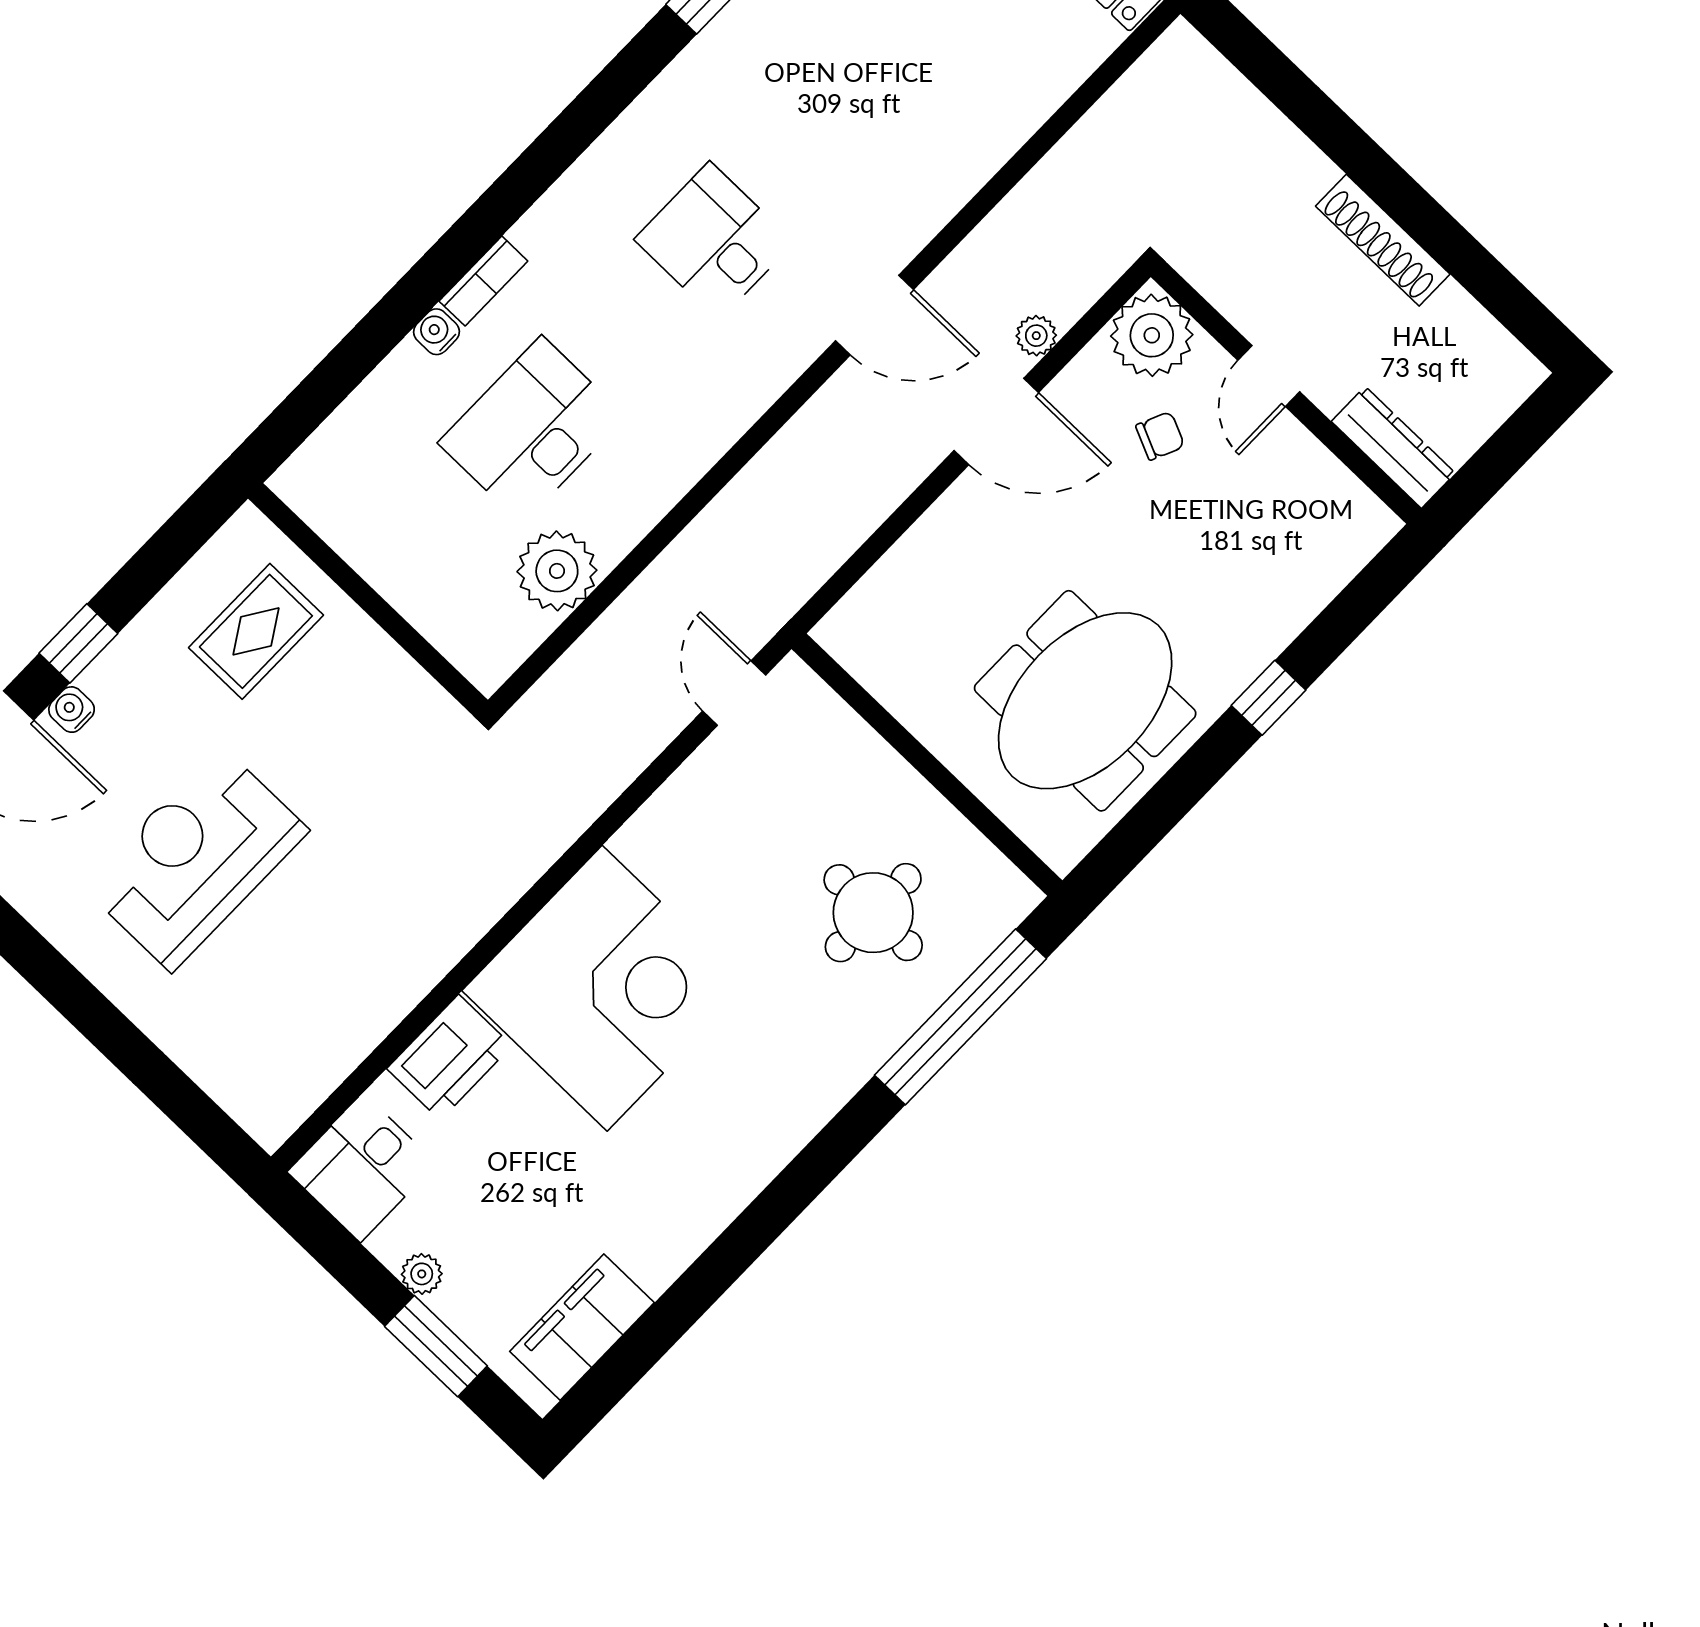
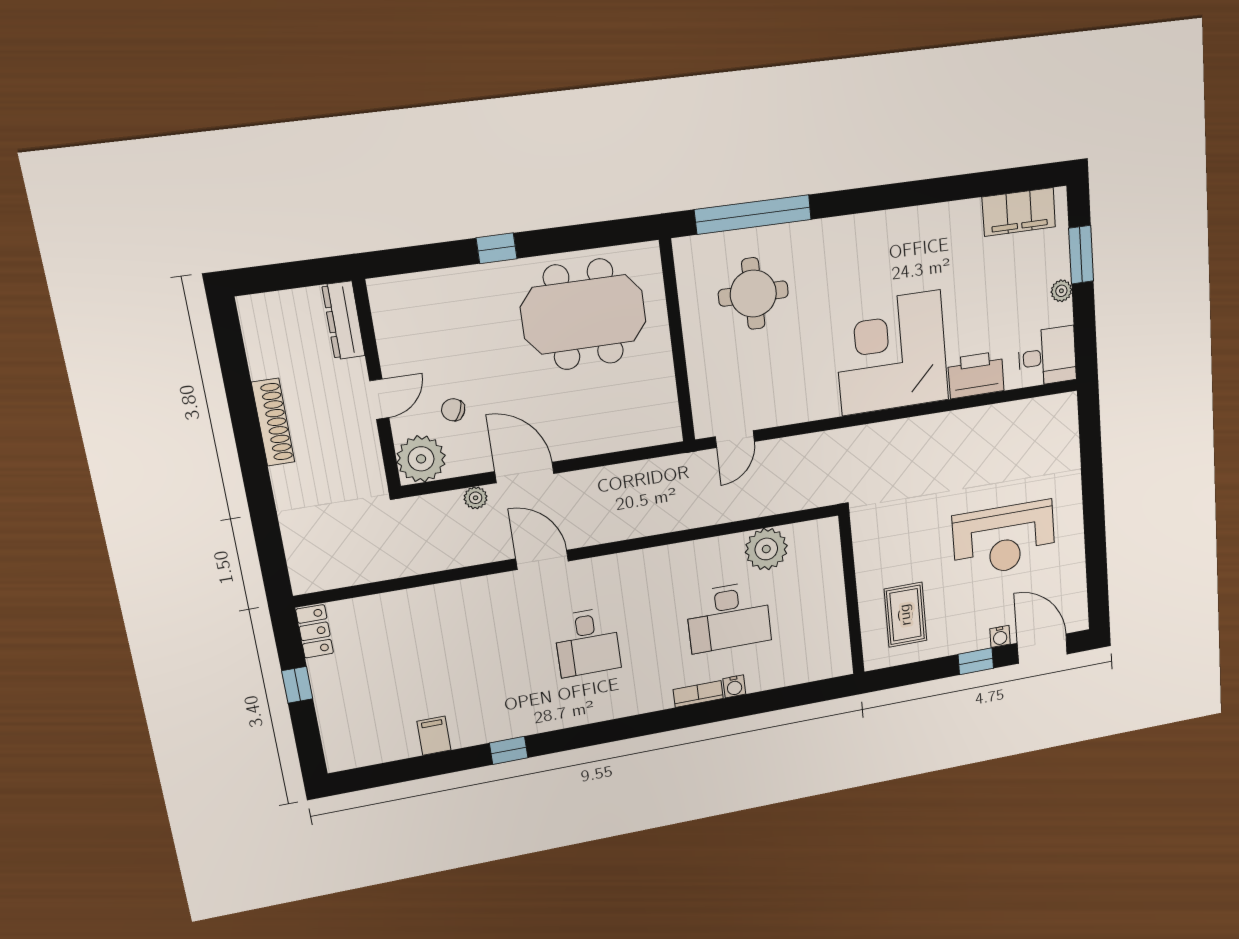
rug: (256, 631) -> (905, 615), turned 90

